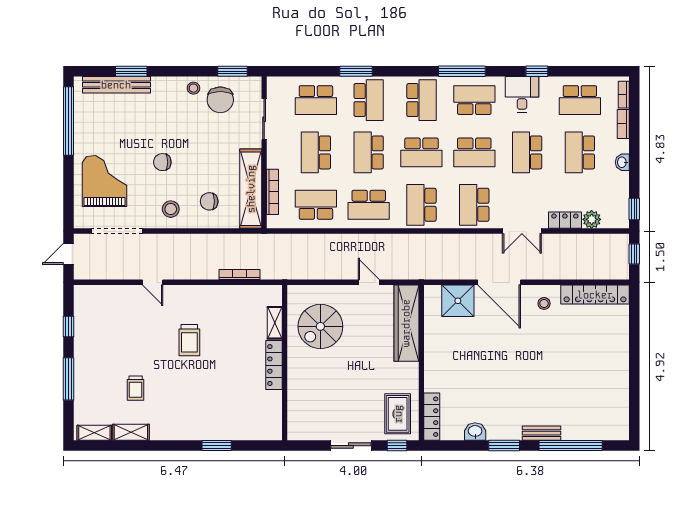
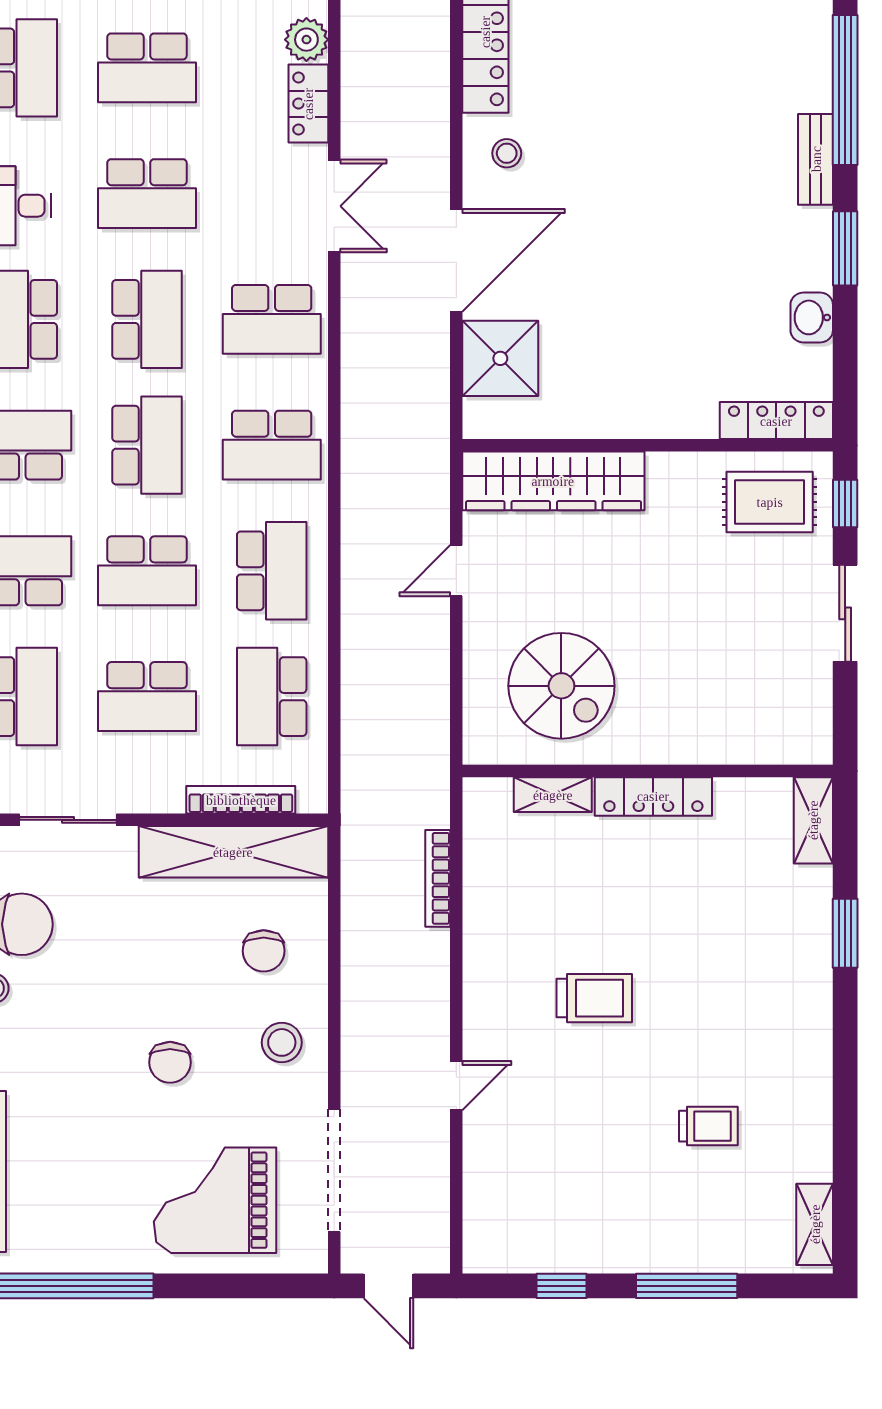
shelving: (131, 432) -> (813, 820), moved

